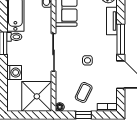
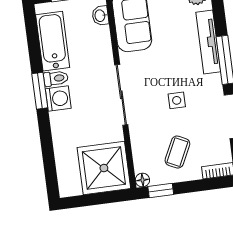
tv unit: (112, 21) -> (208, 42), width x1.41
washing machine: (14, 73) -> (58, 99), moved
window: (83, 115) -> (161, 190), moved

